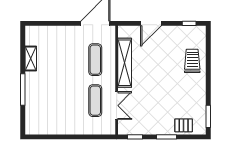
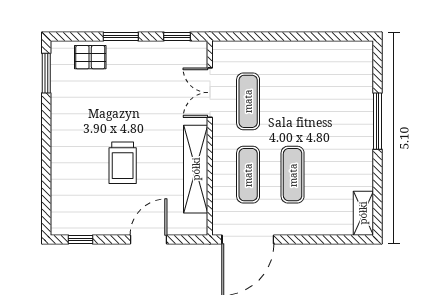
shelving: (31, 59) -> (363, 213), moved
exercise mat: (70, 60) -> (293, 175), added
trolley: (192, 61) -> (123, 163), moved

